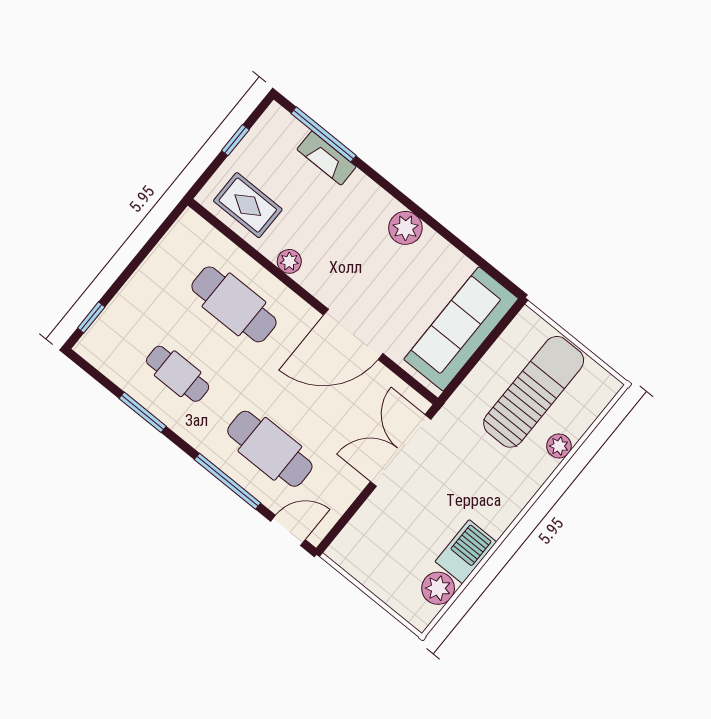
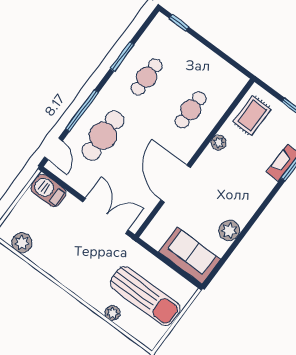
plant: (405, 228) -> (229, 231), moved
cafe table: (234, 304) -> (191, 110), width x0.73, depth x0.74
sofa: (461, 329) -> (190, 256), width x0.73
barbecue: (466, 552) -> (48, 190), moved, turned 180

